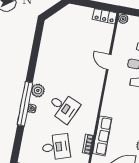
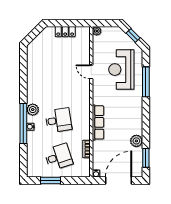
locker: (105, 16) -> (65, 32), moved
desk: (63, 107) -> (58, 120), turned -33
row of seats: (102, 136) -> (98, 122), moved

